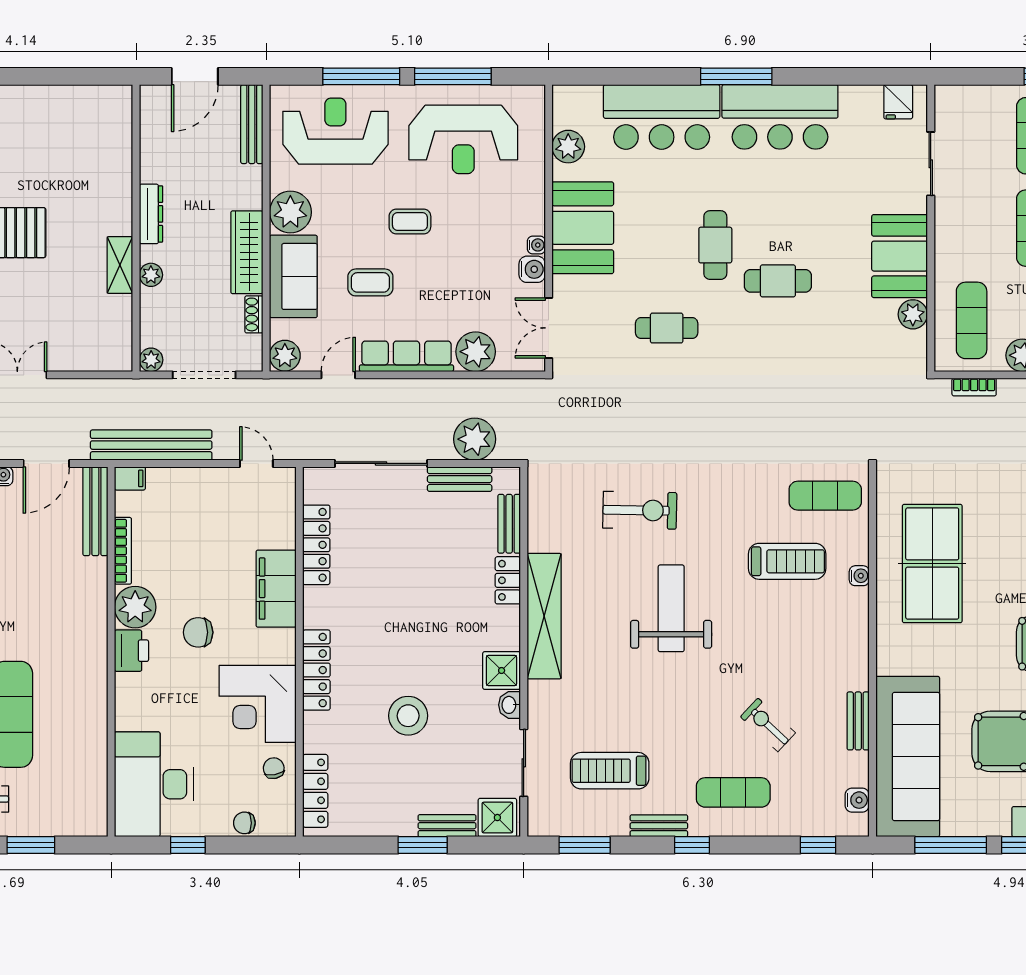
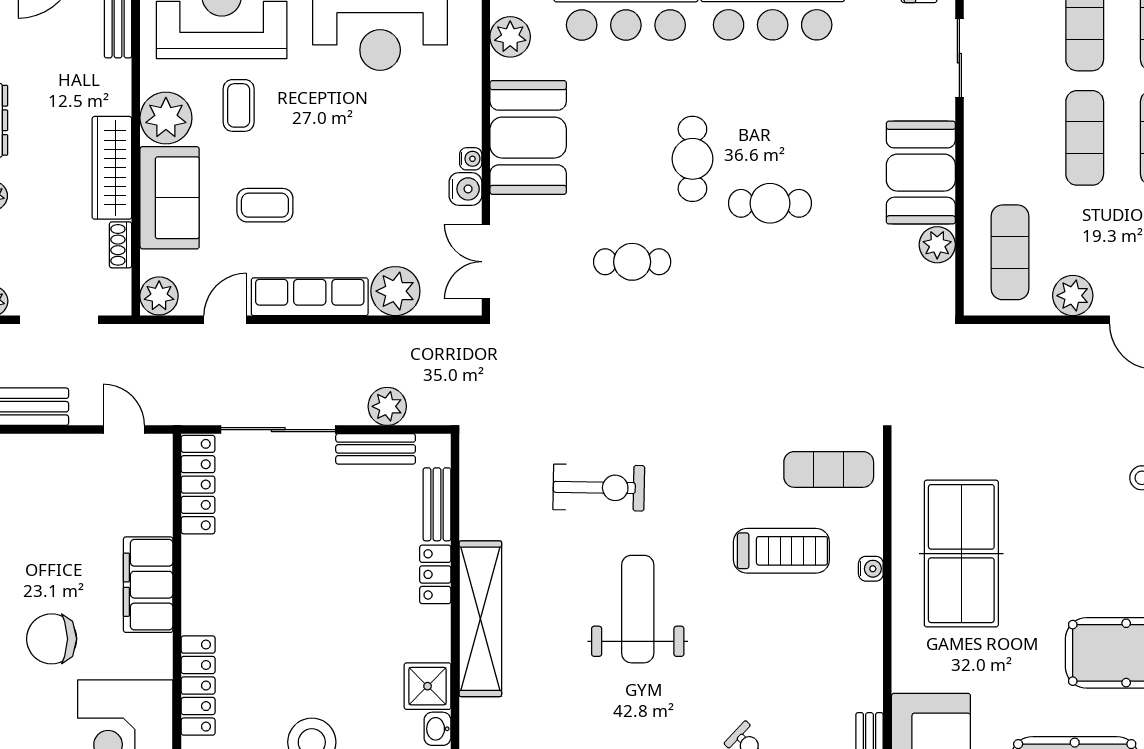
coffee table: (410, 222) -> (239, 105), moved, turned 90
bookcase: (974, 387) -> (1013, 335), removed
plant: (475, 439) -> (387, 406), width x0.73, depth x0.73
locker: (316, 545) -> (198, 485), moved
chair: (198, 632) -> (52, 639), width x1.37, depth x1.37

